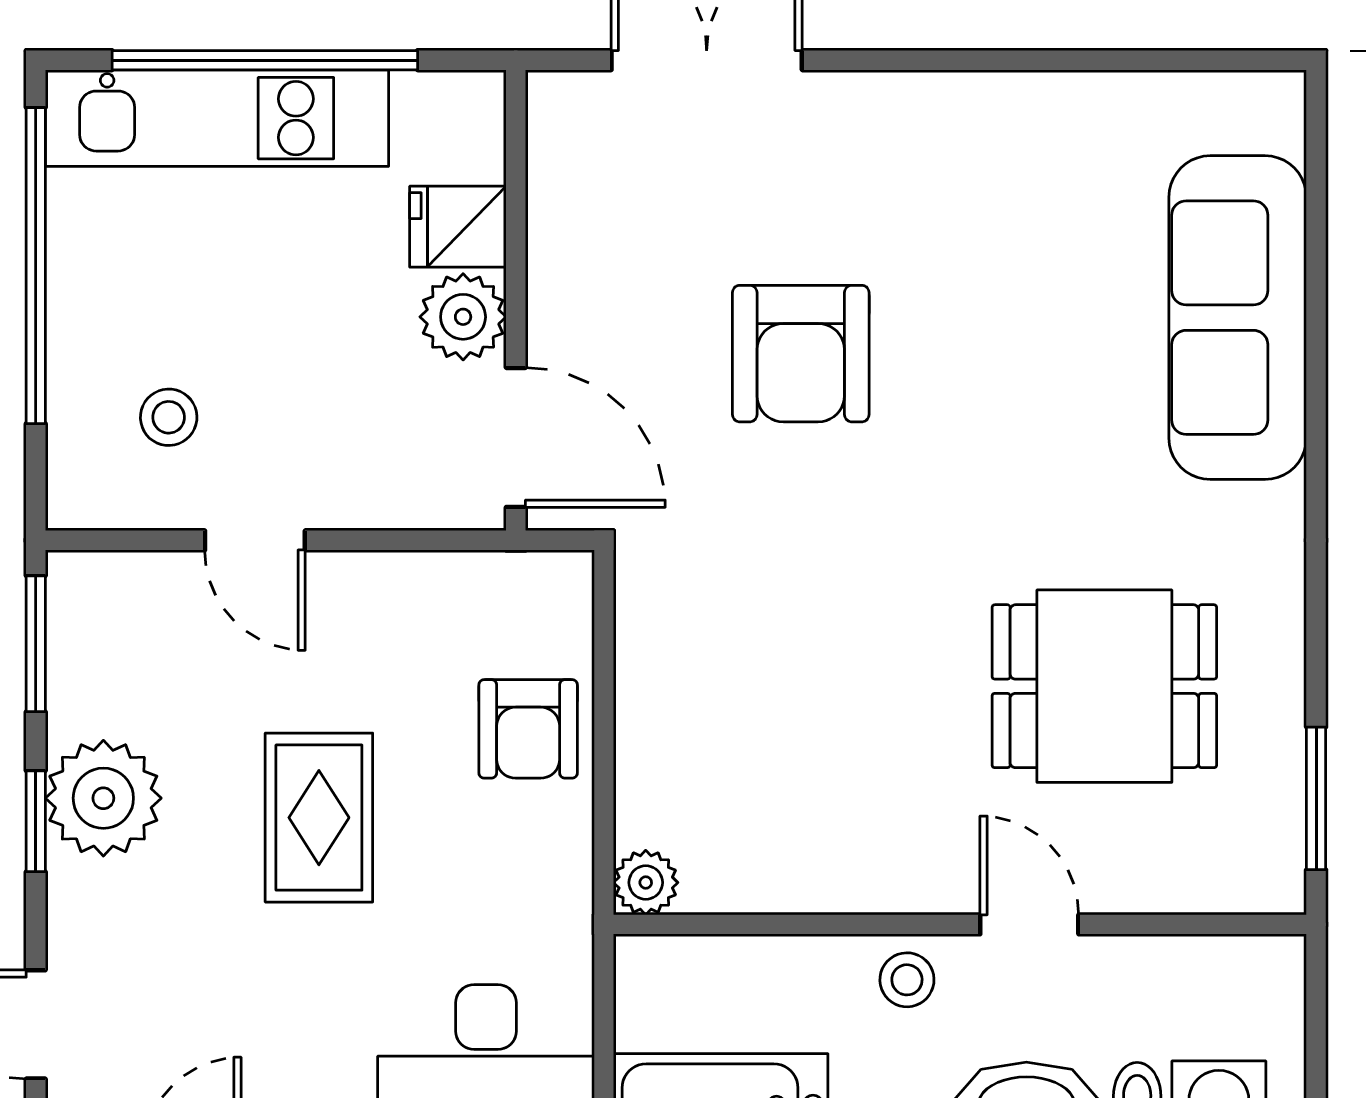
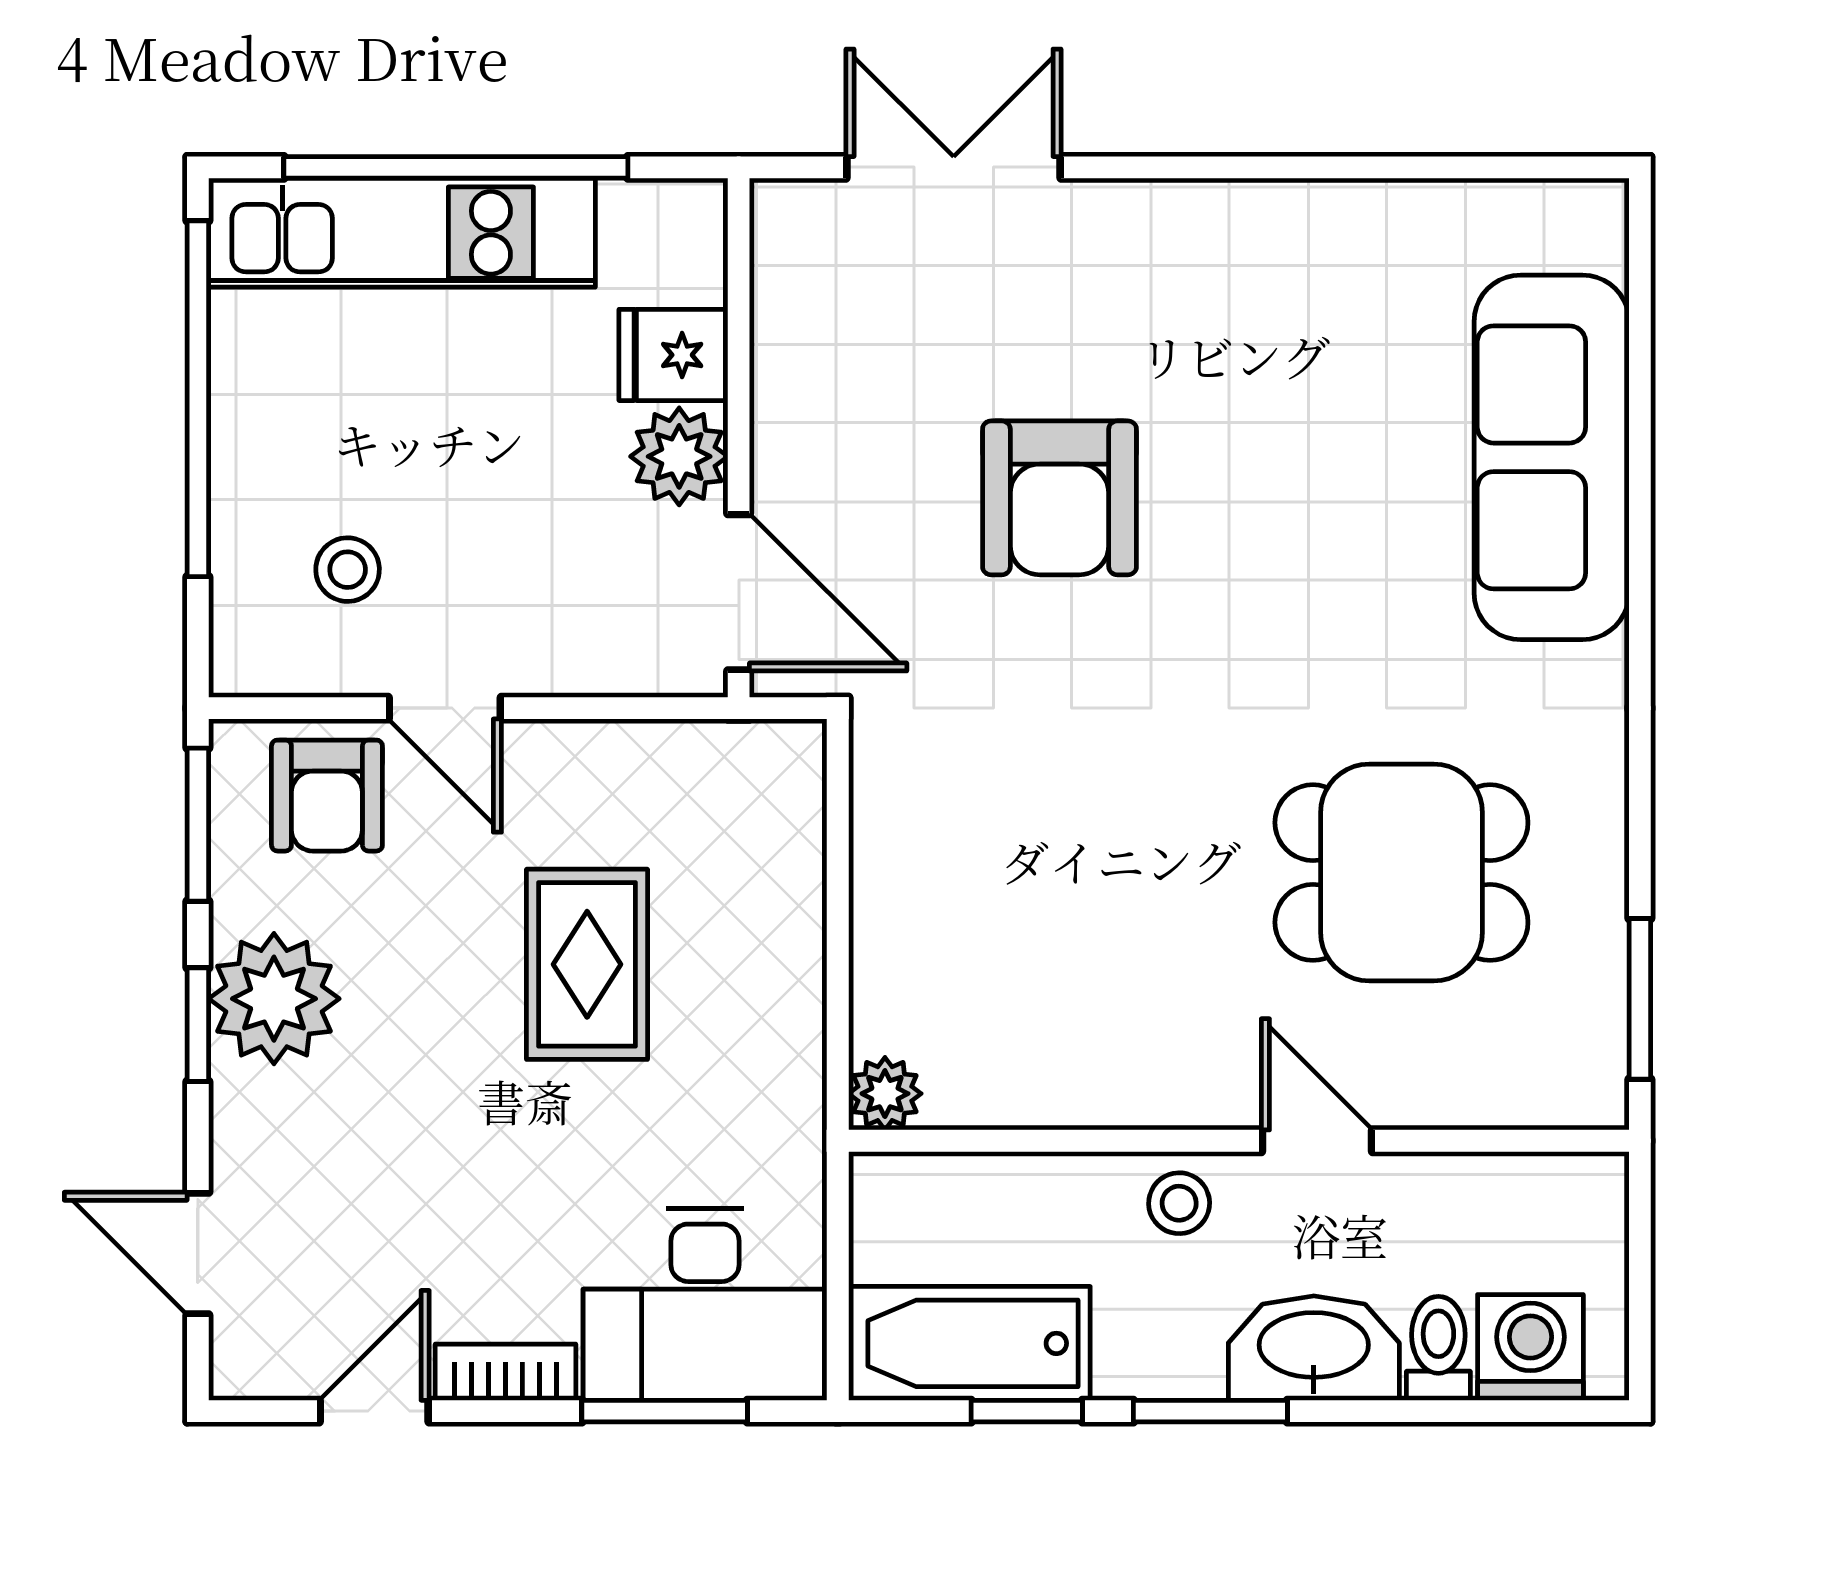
armchair: (528, 729) -> (327, 796), moved
rug: (319, 818) -> (587, 964), moved

